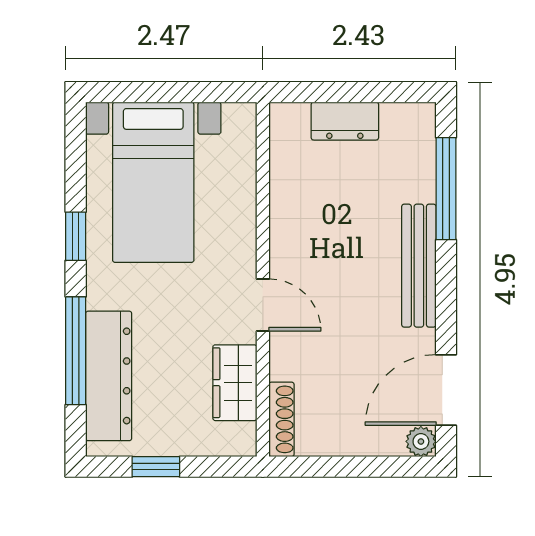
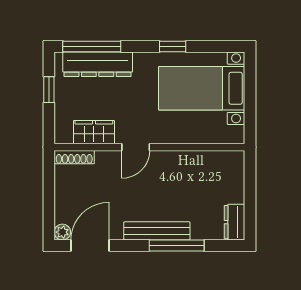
dresser: (345, 121) -> (234, 222), moved
window: (446, 189) -> (177, 246), moved
window: (76, 351) -> (92, 47), moved
door: (446, 390) -> (90, 246), hinge flipped

